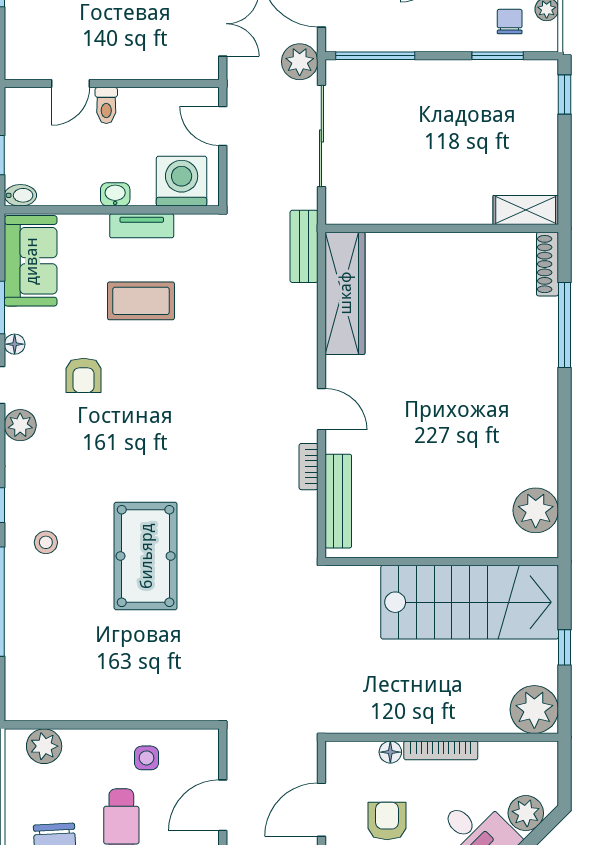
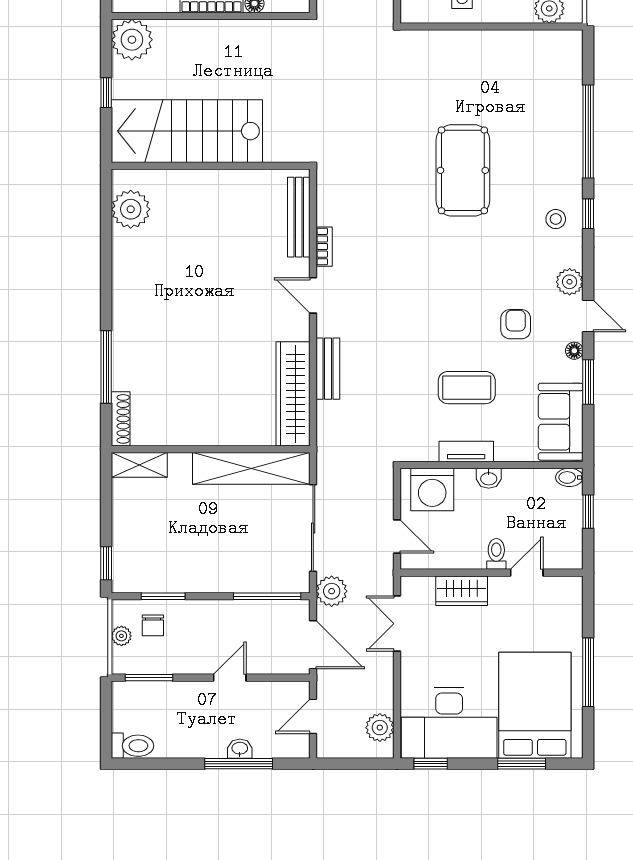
wardrobe: (147, 62) -> (462, 591), added
shelving: (394, 206) -> (251, 468), added
bench: (304, 246) -> (328, 369), moved
stool: (46, 542) -> (556, 219), moved

